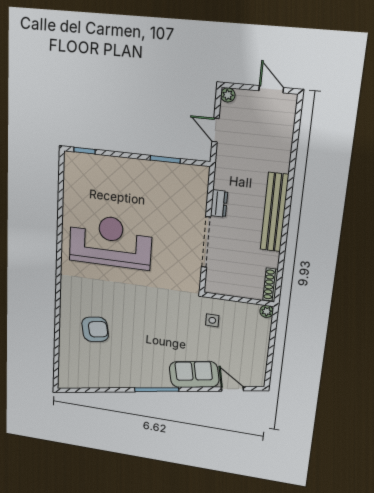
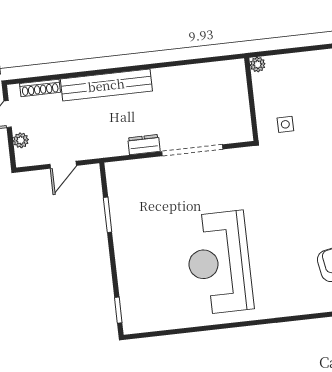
plant: (228, 95) -> (21, 140), moved
bench: (274, 212) -> (106, 85), moved
shoe rack: (270, 285) -> (40, 88), moved

